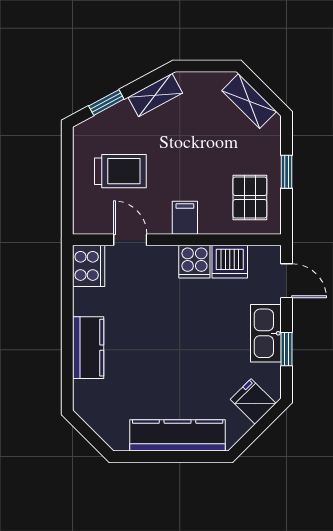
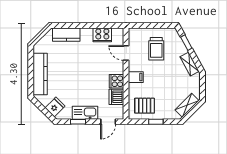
door: (130, 240) -> (126, 53), swing flipped
cooker: (89, 266) -> (102, 35), moved
kitchen counter: (88, 348) -> (66, 35), moved

